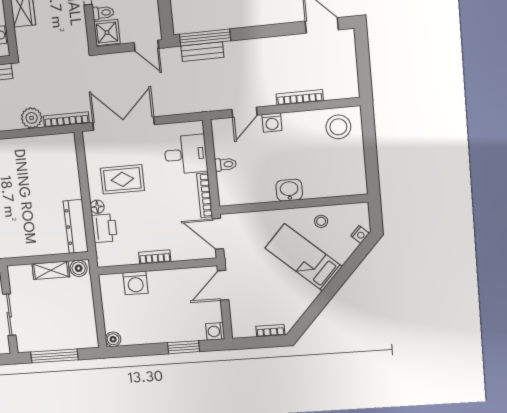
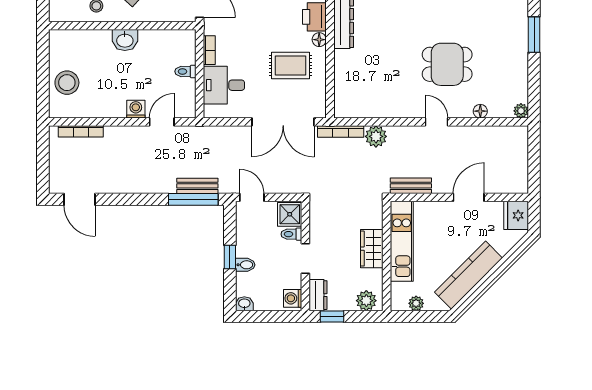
bookcase: (300, 97) -> (81, 131), moved
stool: (338, 127) -> (67, 83), moved
bookcase: (205, 195) -> (209, 50), width x0.64

